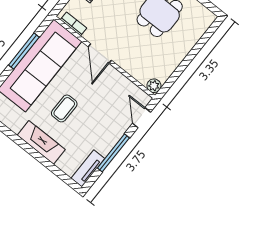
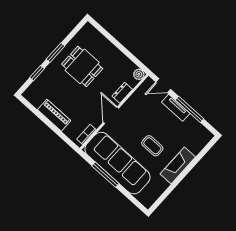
door: (100, 53) -> (111, 115), swing flipped
dresser: (129, 66) -> (122, 93), added
tv unit: (88, 168) -> (176, 108), moved

